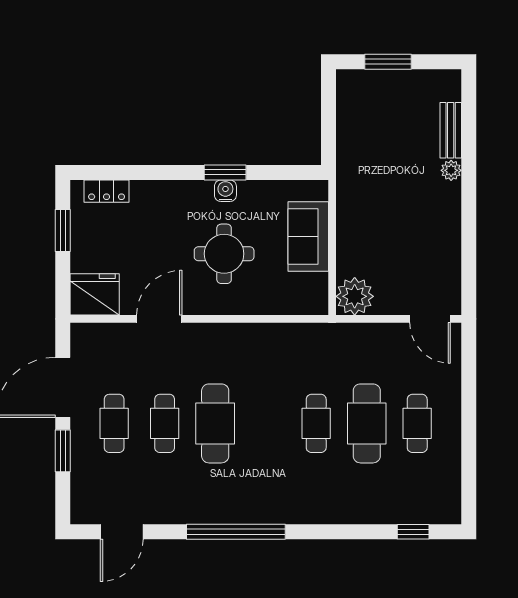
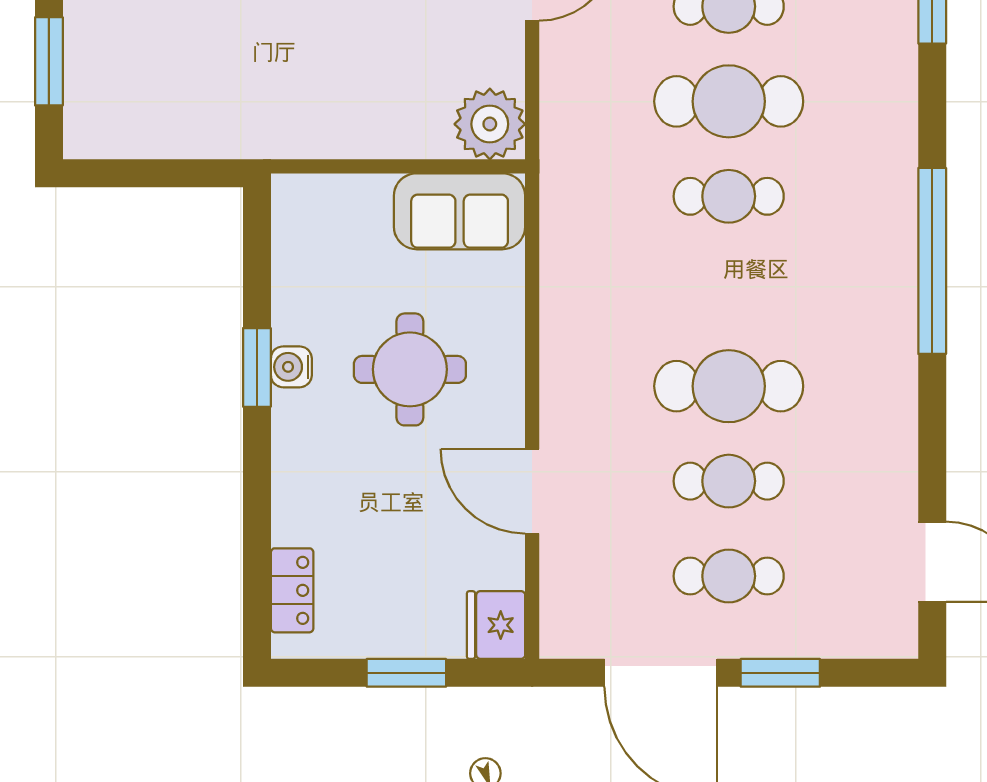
window: (63, 230) -> (406, 673), moved
sofa: (308, 237) -> (460, 211), moved
fridge: (95, 294) -> (496, 625), width x0.73, depth x0.75
window: (236, 532) -> (932, 261), moved

